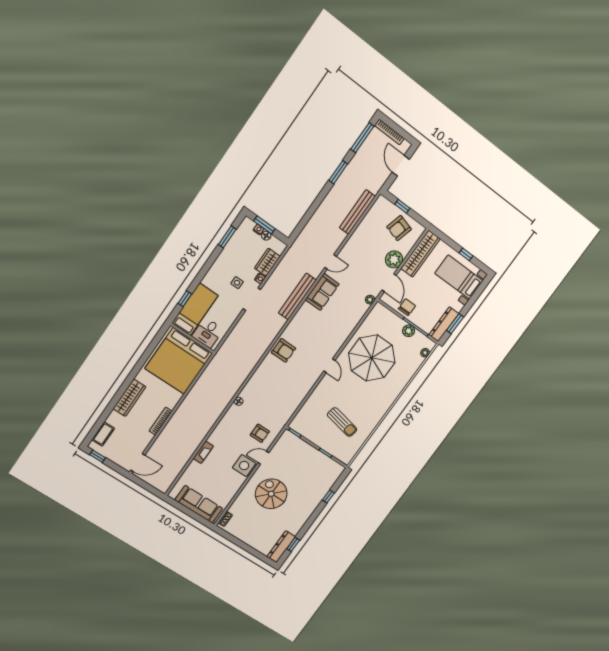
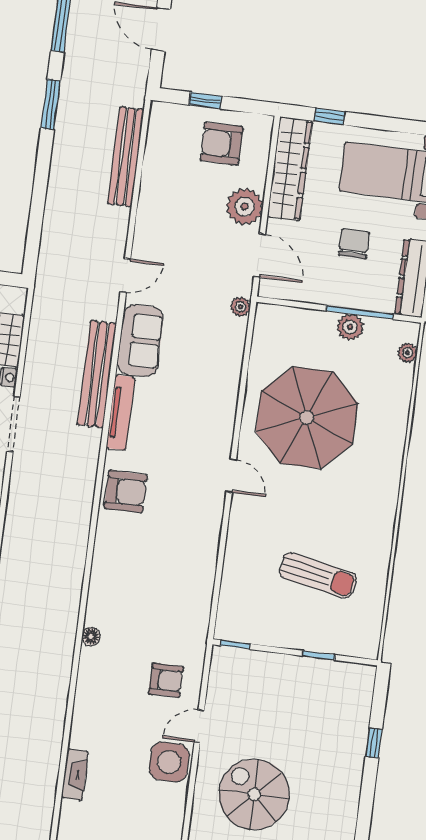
armchair: (399, 228) -> (222, 144), turned 75
window: (466, 254) -> (330, 116), moved
chair: (407, 307) -> (354, 244), moved
tv unit: (298, 317) -> (121, 413), added

